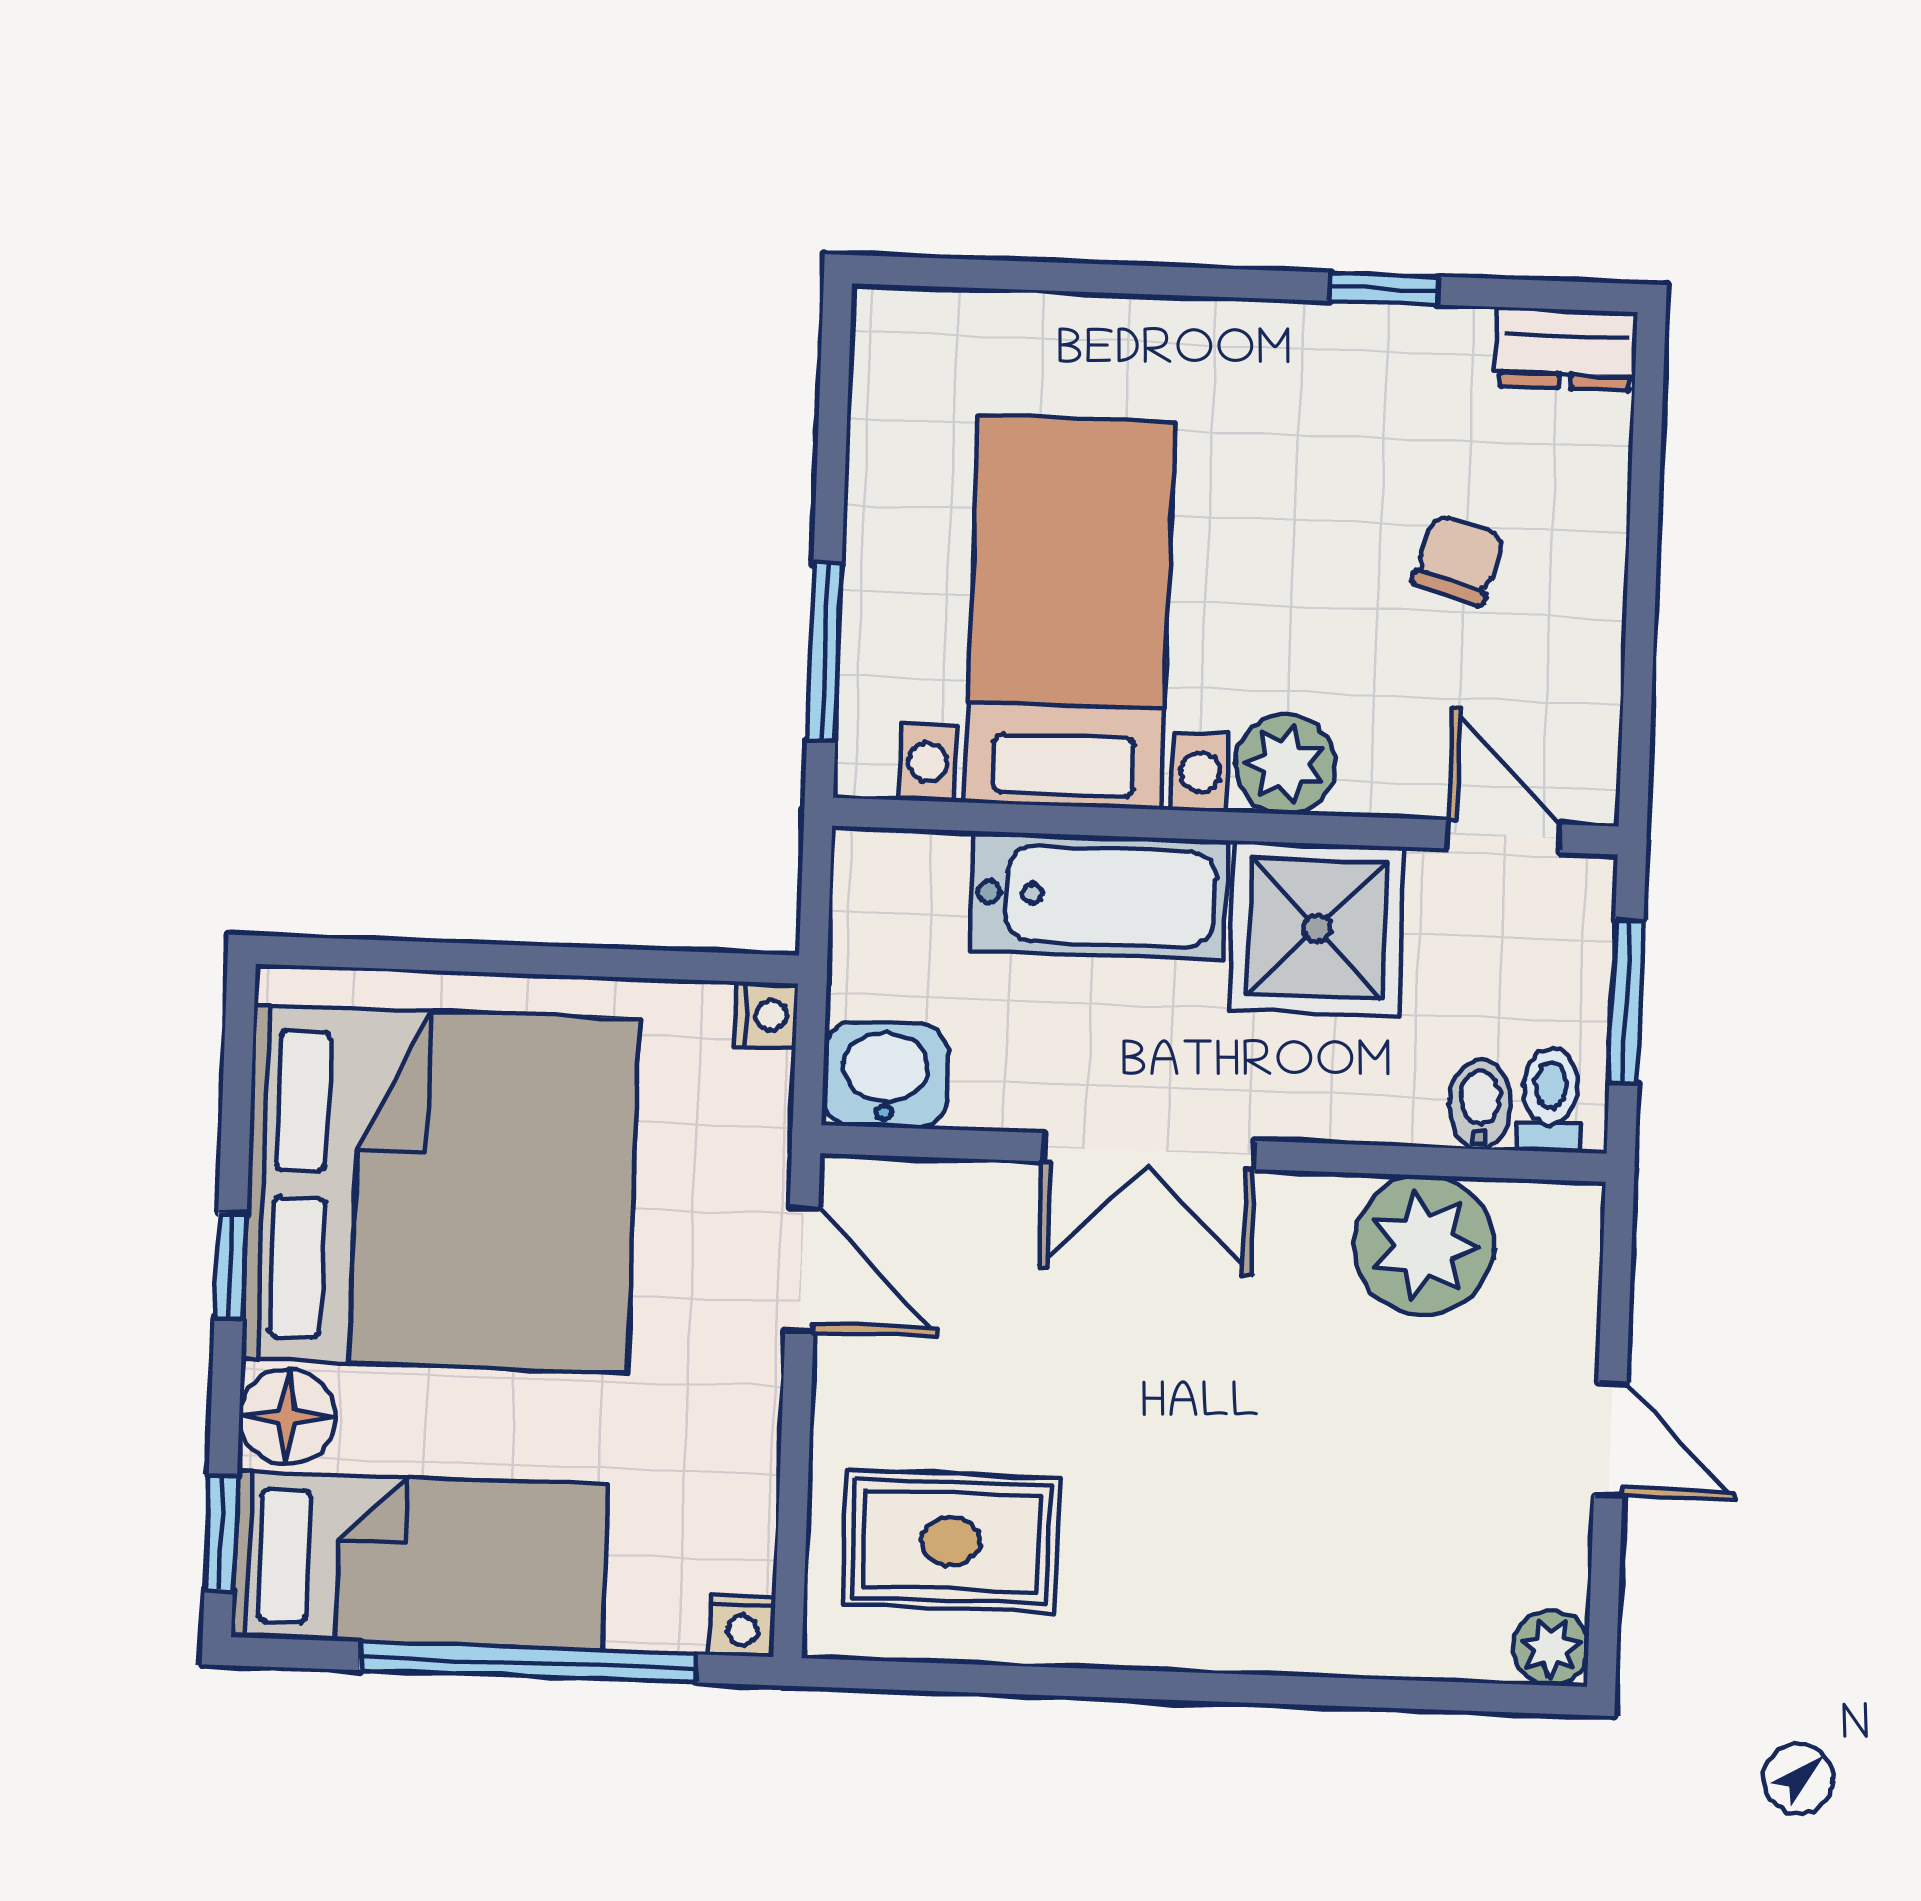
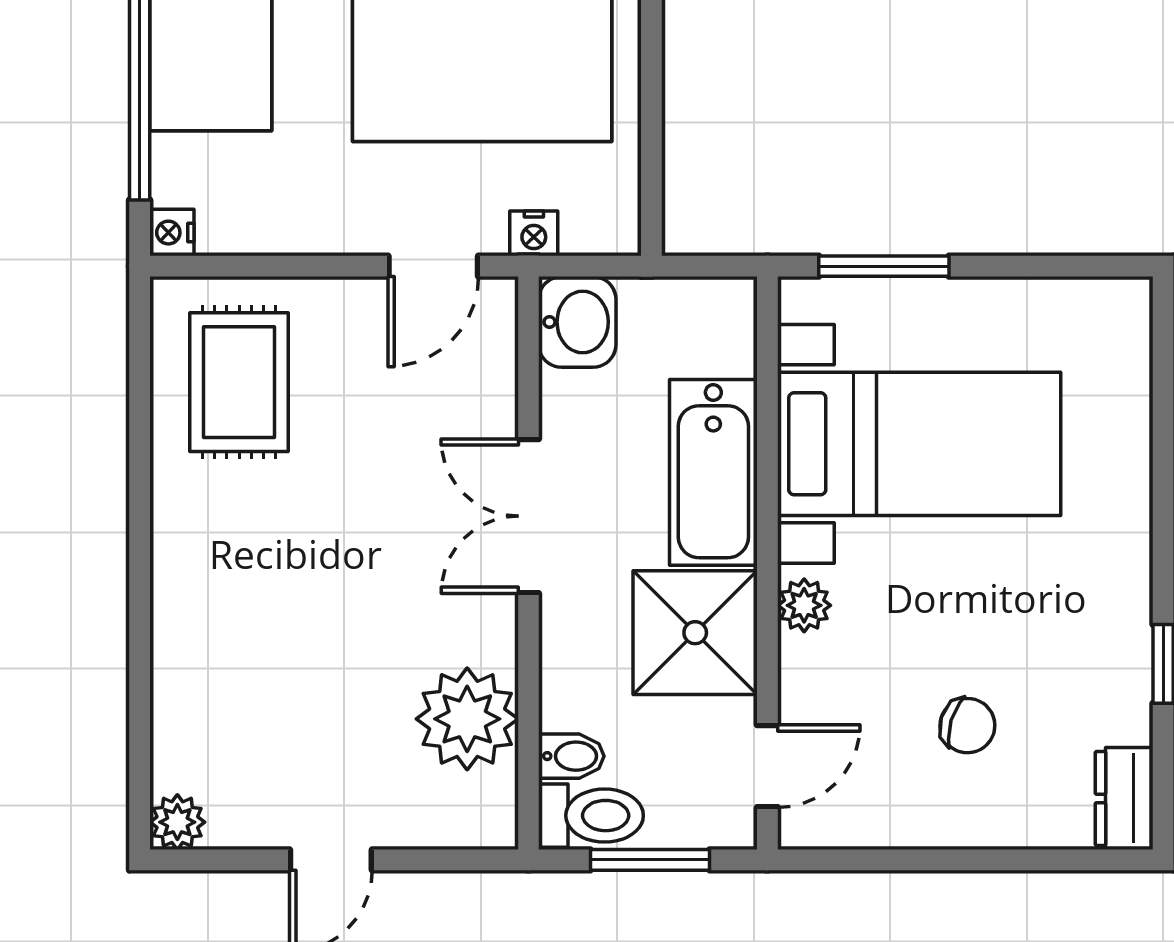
plant: (1286, 764) -> (804, 605), width x0.73, depth x0.73
nightstand: (766, 1015) -> (534, 233), moved
toilet: (1550, 1100) -> (591, 816), width x1.37, depth x1.39

